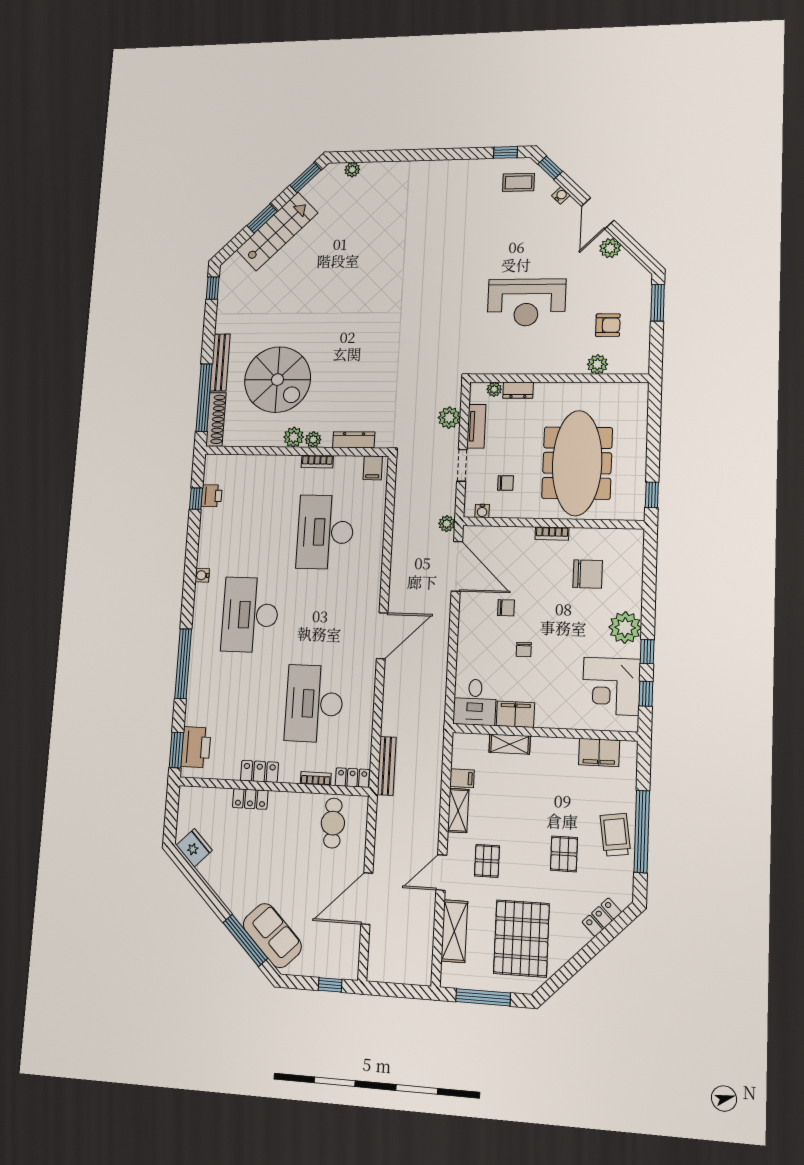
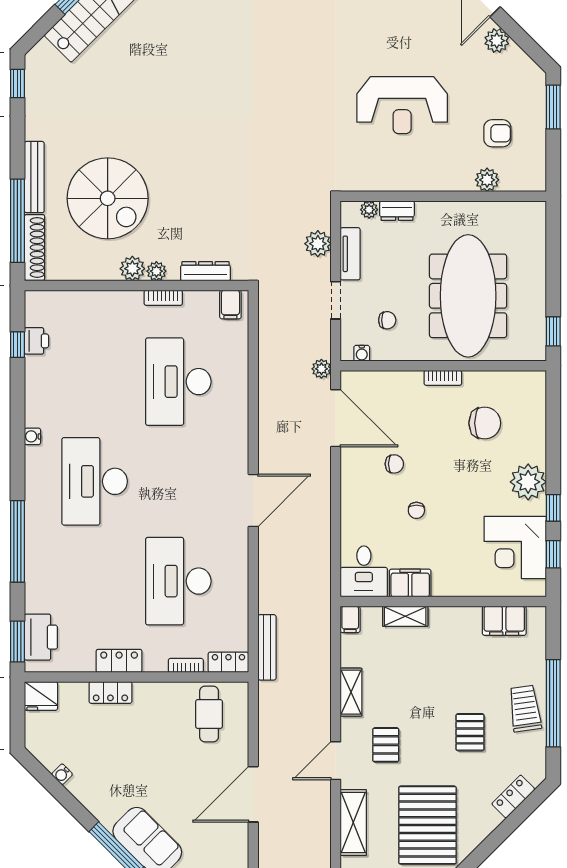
filing cabinet: (462, 778) -> (350, 619), moved, turned 90
fridge: (194, 848) -> (41, 696), moved, turned 135
water cooler: (204, 869) -> (62, 774), added

